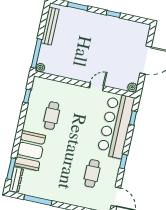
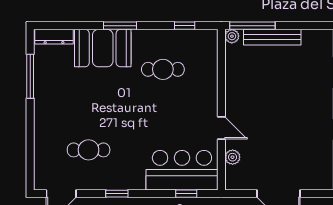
bench: (50, 26) -> (272, 37), moved
plant: (132, 87) -> (233, 157), moved
bar counter: (116, 126) -> (182, 170), width x0.73
window: (11, 169) -> (120, 26), moved

